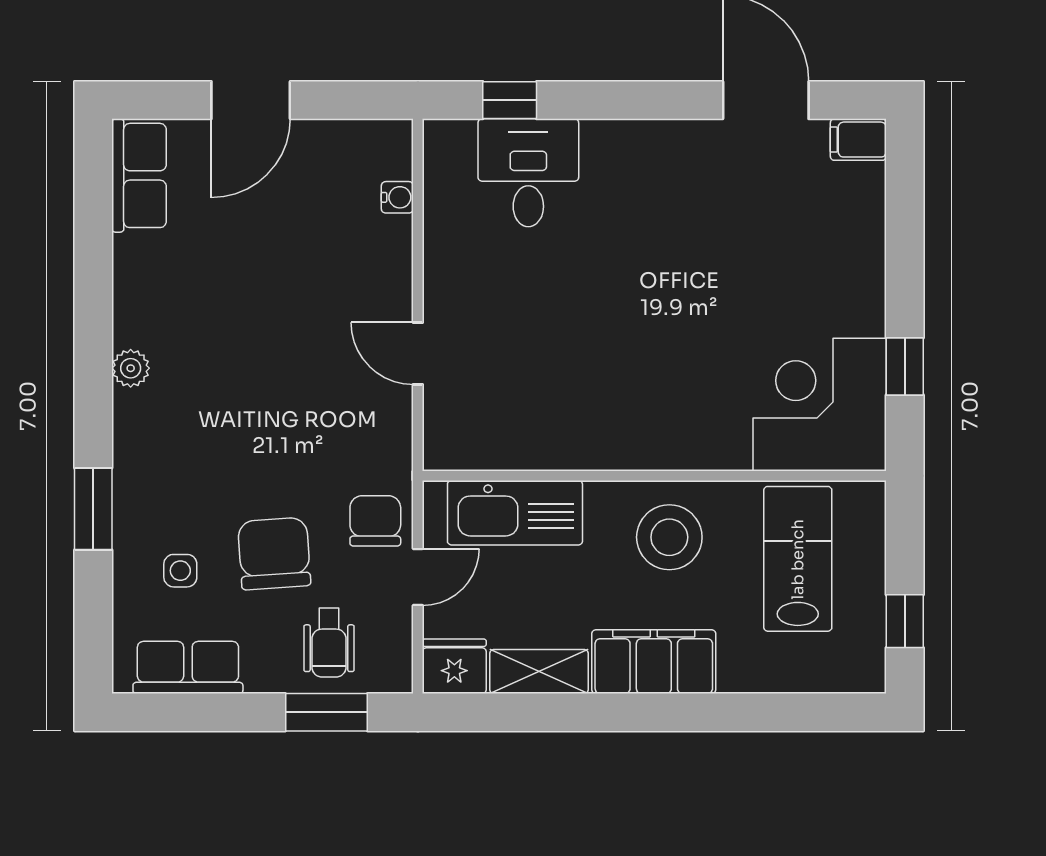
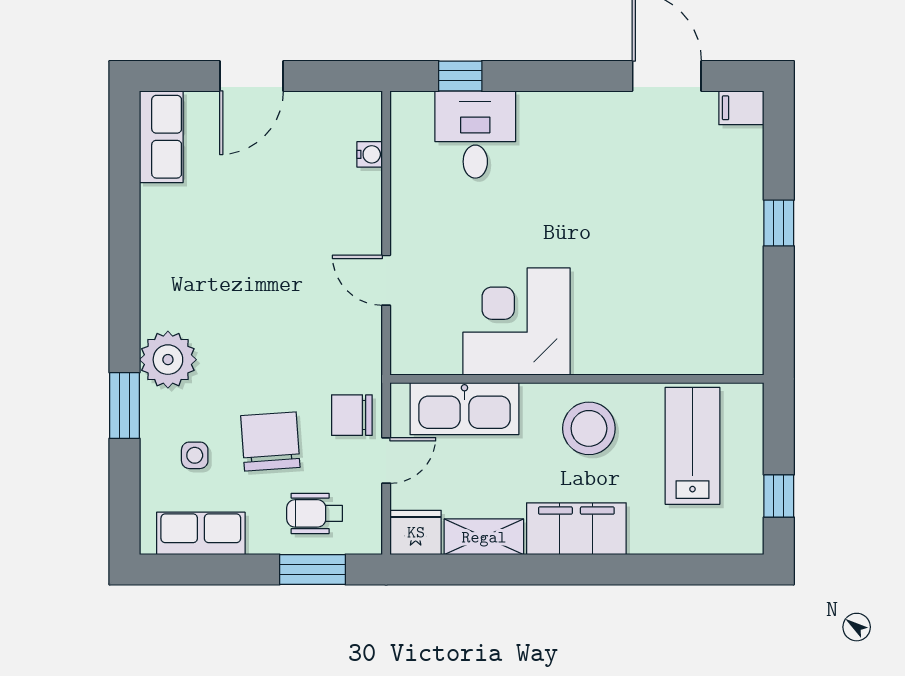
window: (905, 366) -> (779, 223), moved
plant: (131, 368) -> (168, 360), moved, width x1.88, depth x1.88
corner desk: (820, 405) -> (516, 321), moved
chair: (375, 521) -> (352, 415), turned -90
wheelchair: (329, 643) -> (315, 513), turned 90

